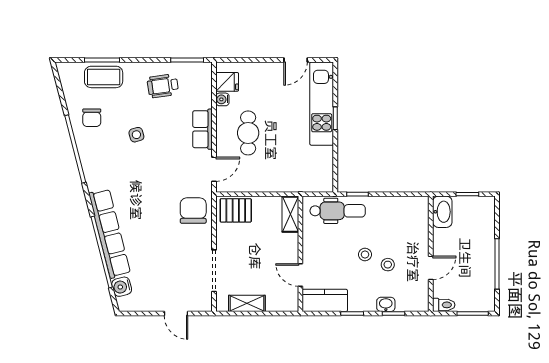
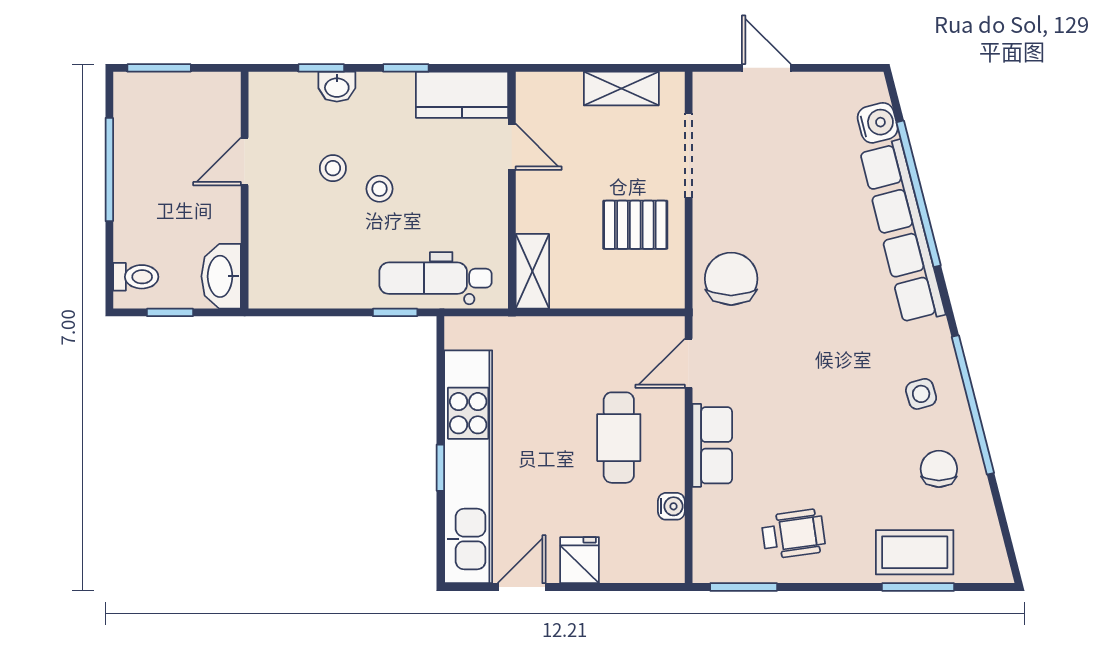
fridge: (227, 82) -> (580, 560), moved, turned 90
kitchen unit: (322, 104) -> (468, 467), width x1.36
side table: (136, 135) -> (921, 394), moved
pallet: (236, 210) -> (635, 225), moved
chair: (193, 211) -> (731, 279), turned 180
toilet: (444, 305) -> (136, 277), moved, turned 180

